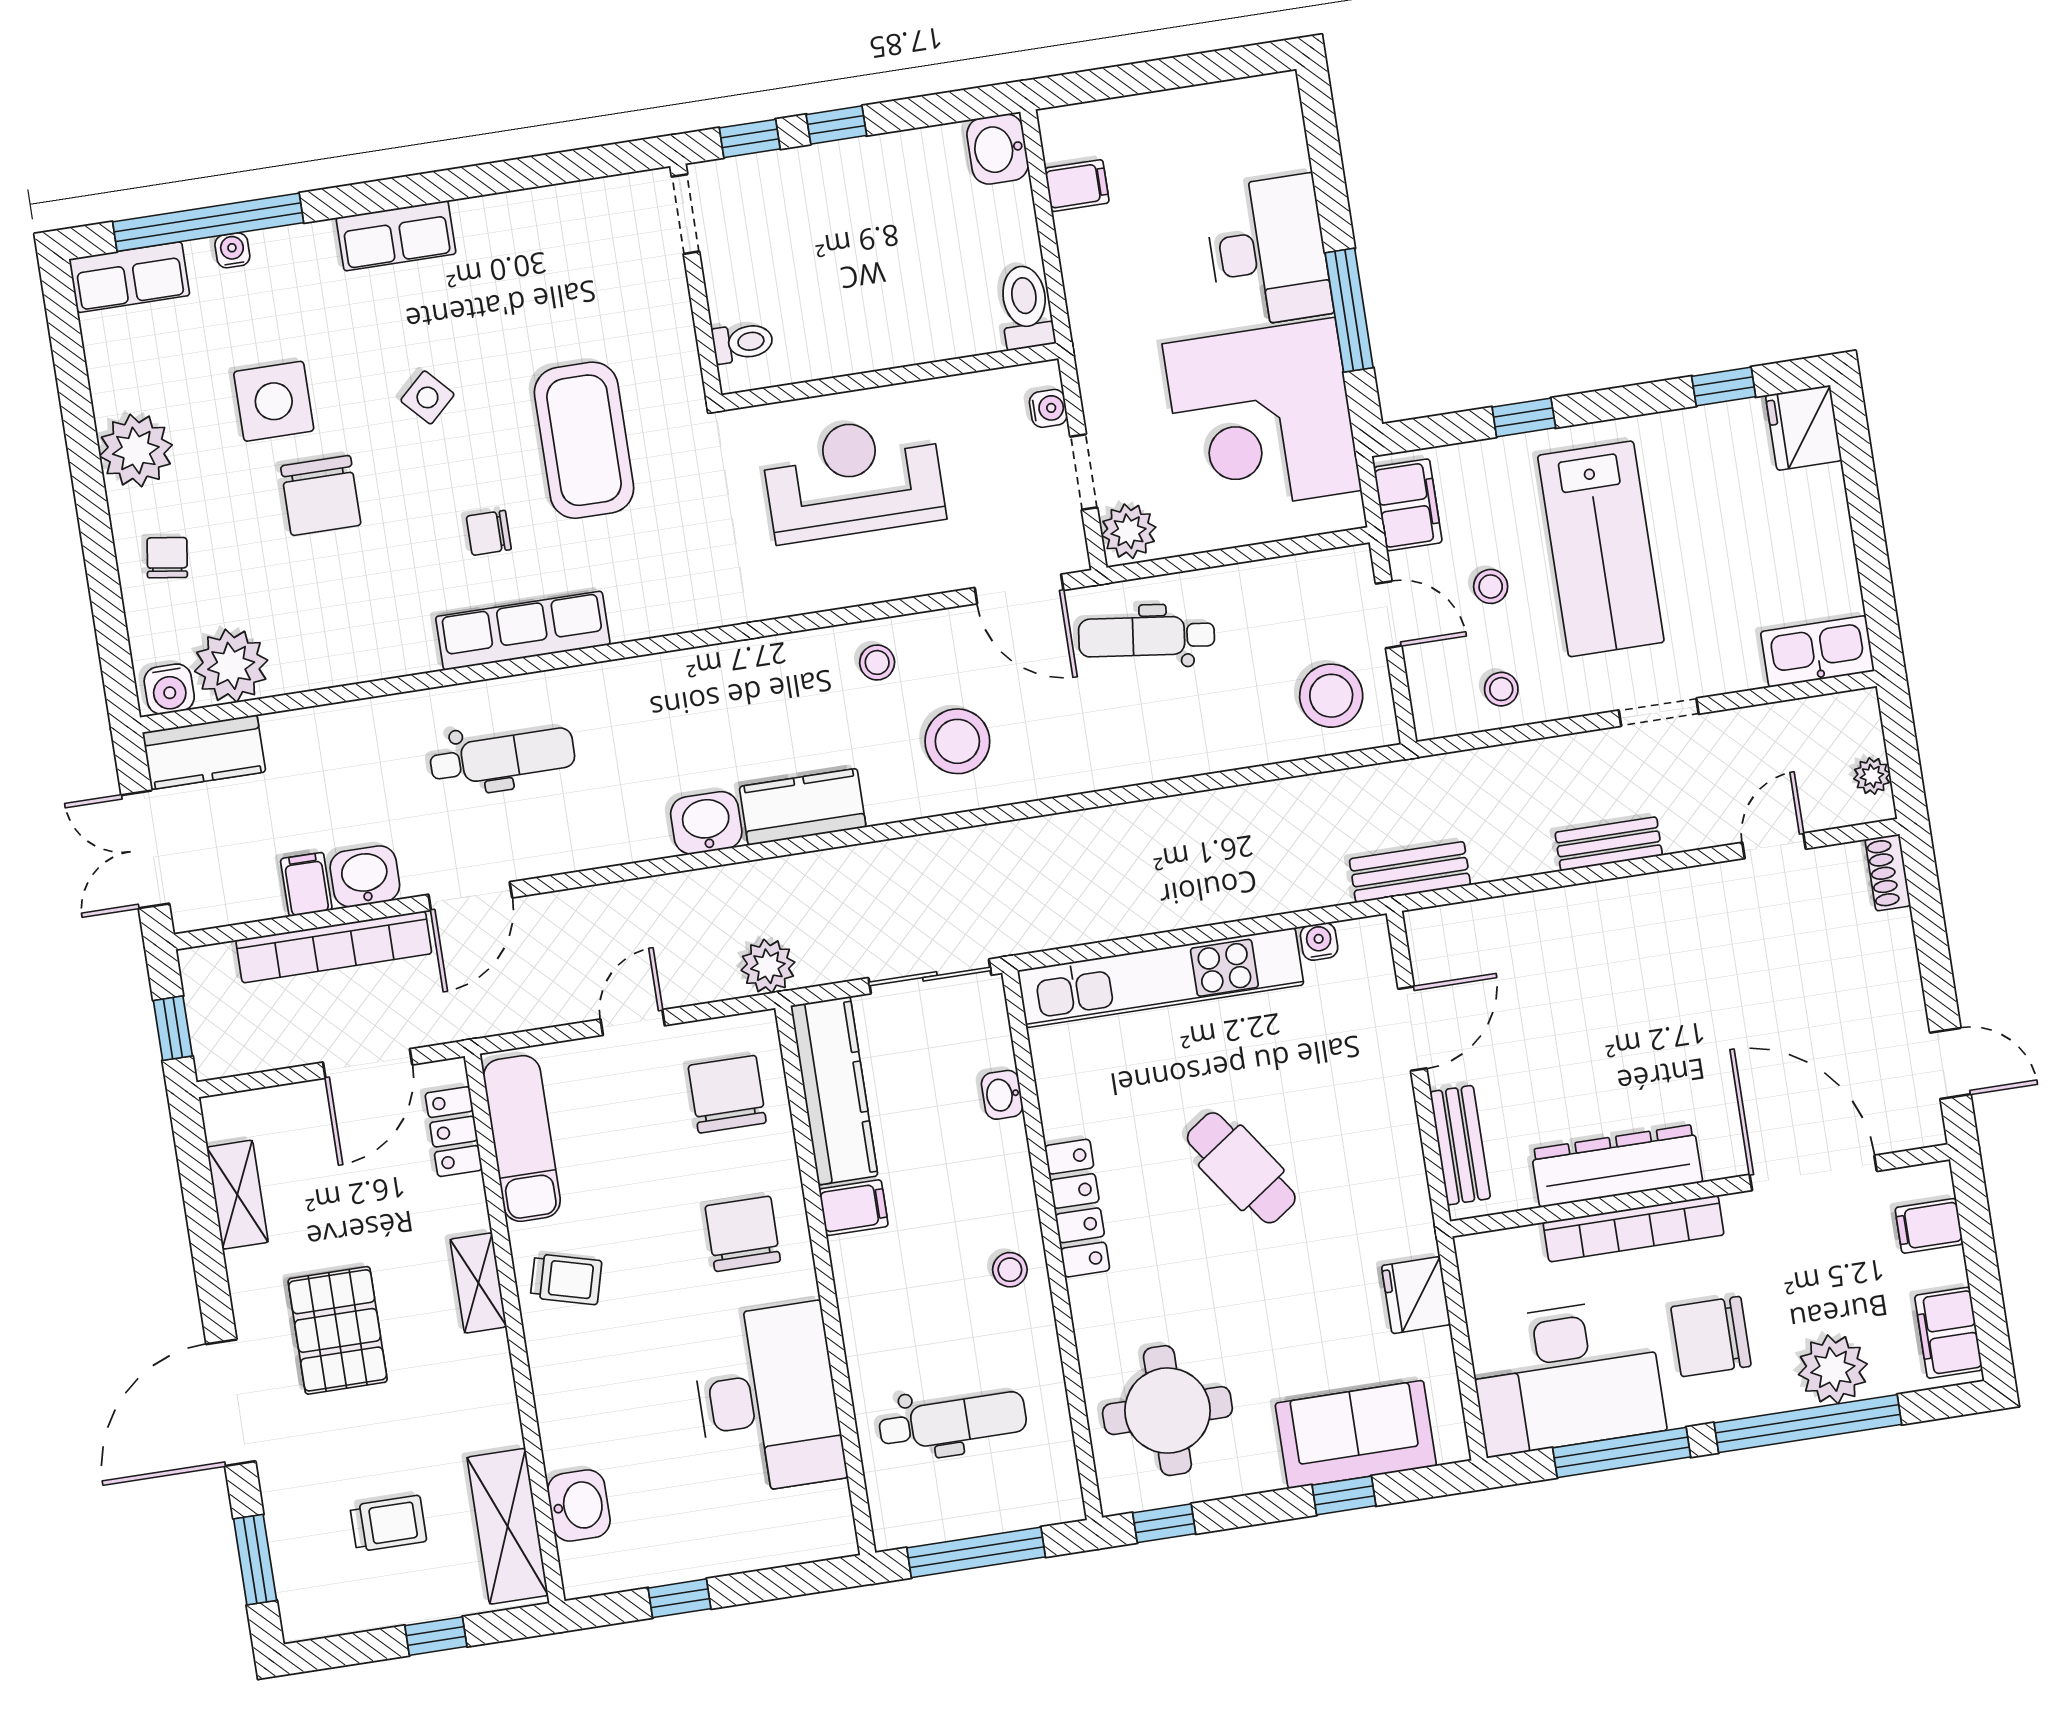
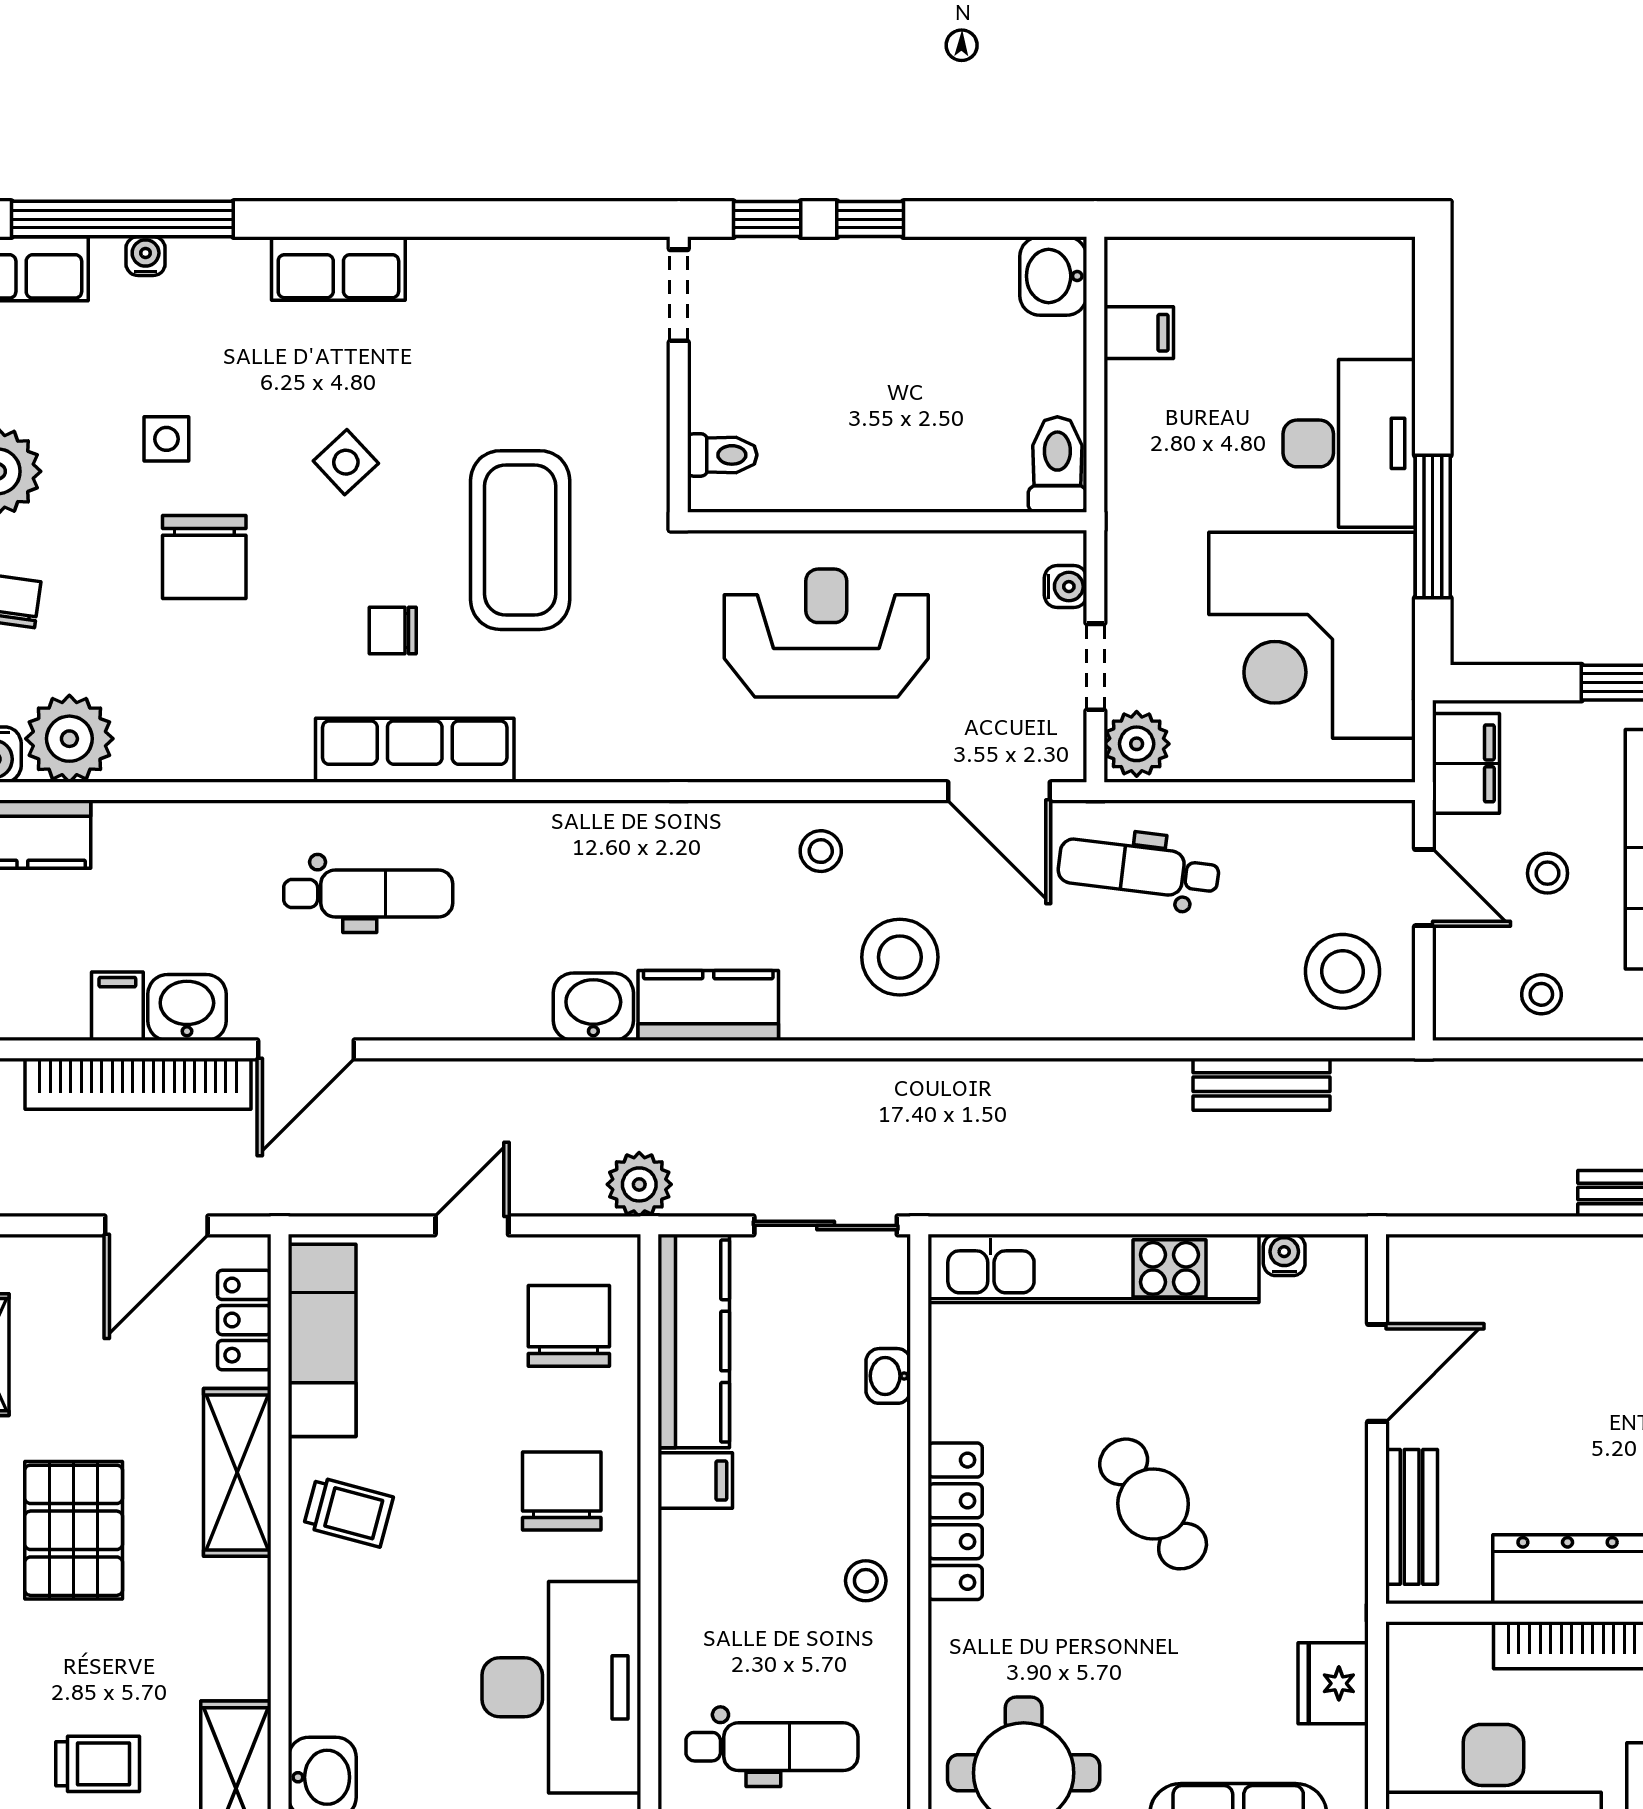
side table: (274, 401) -> (166, 439), width x0.54, depth x0.54
bench: (1410, 872) -> (1261, 1084), moved
shelving: (478, 1283) -> (237, 1472), width x1.50, depth x1.33

